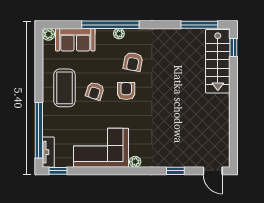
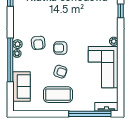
plant: (48, 34) -> (18, 44), moved
armchair: (133, 62) -> (38, 43), turned 73
window: (58, 171) -> (121, 100), removed

